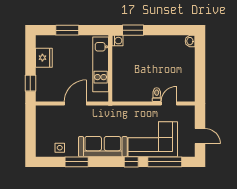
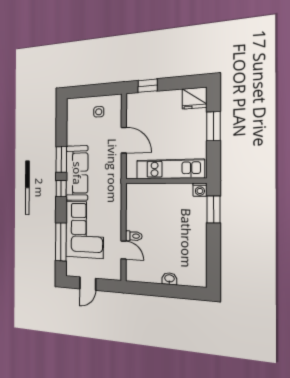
washbasin: (190, 41) -> (169, 279), moved
fridge: (44, 58) -> (194, 98), moved
side table: (60, 148) -> (99, 112), moved
window: (77, 162) -> (61, 159), moved
window: (131, 162) -> (61, 189), moved

